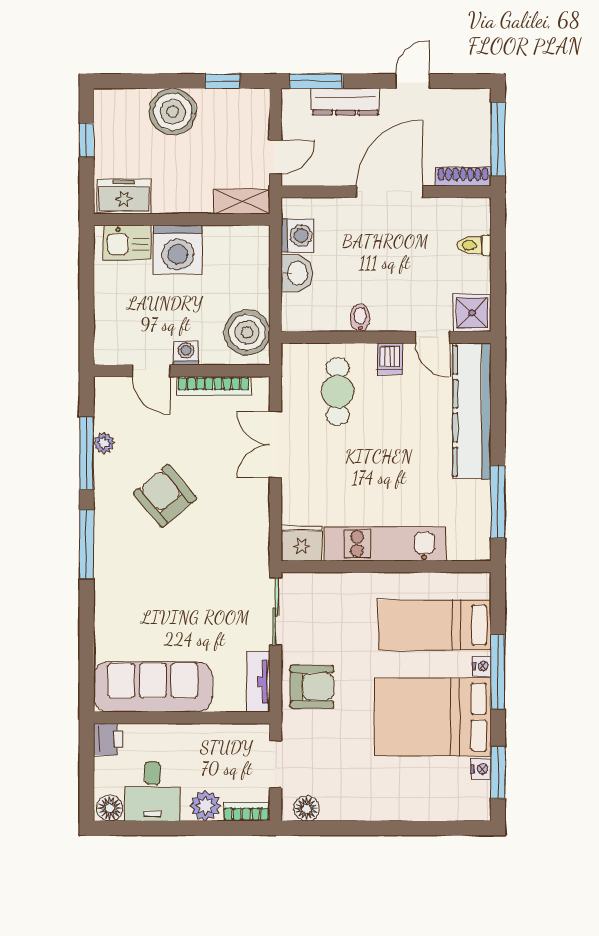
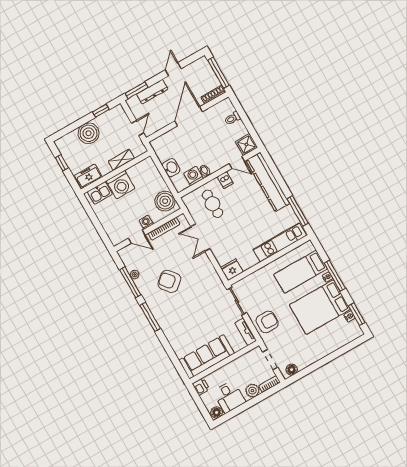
shelving: (242, 202) -> (121, 160), moved
washing machine: (298, 235) -> (194, 176), moved, turned -90
kitchen unit: (385, 544) -> (280, 242), moved

